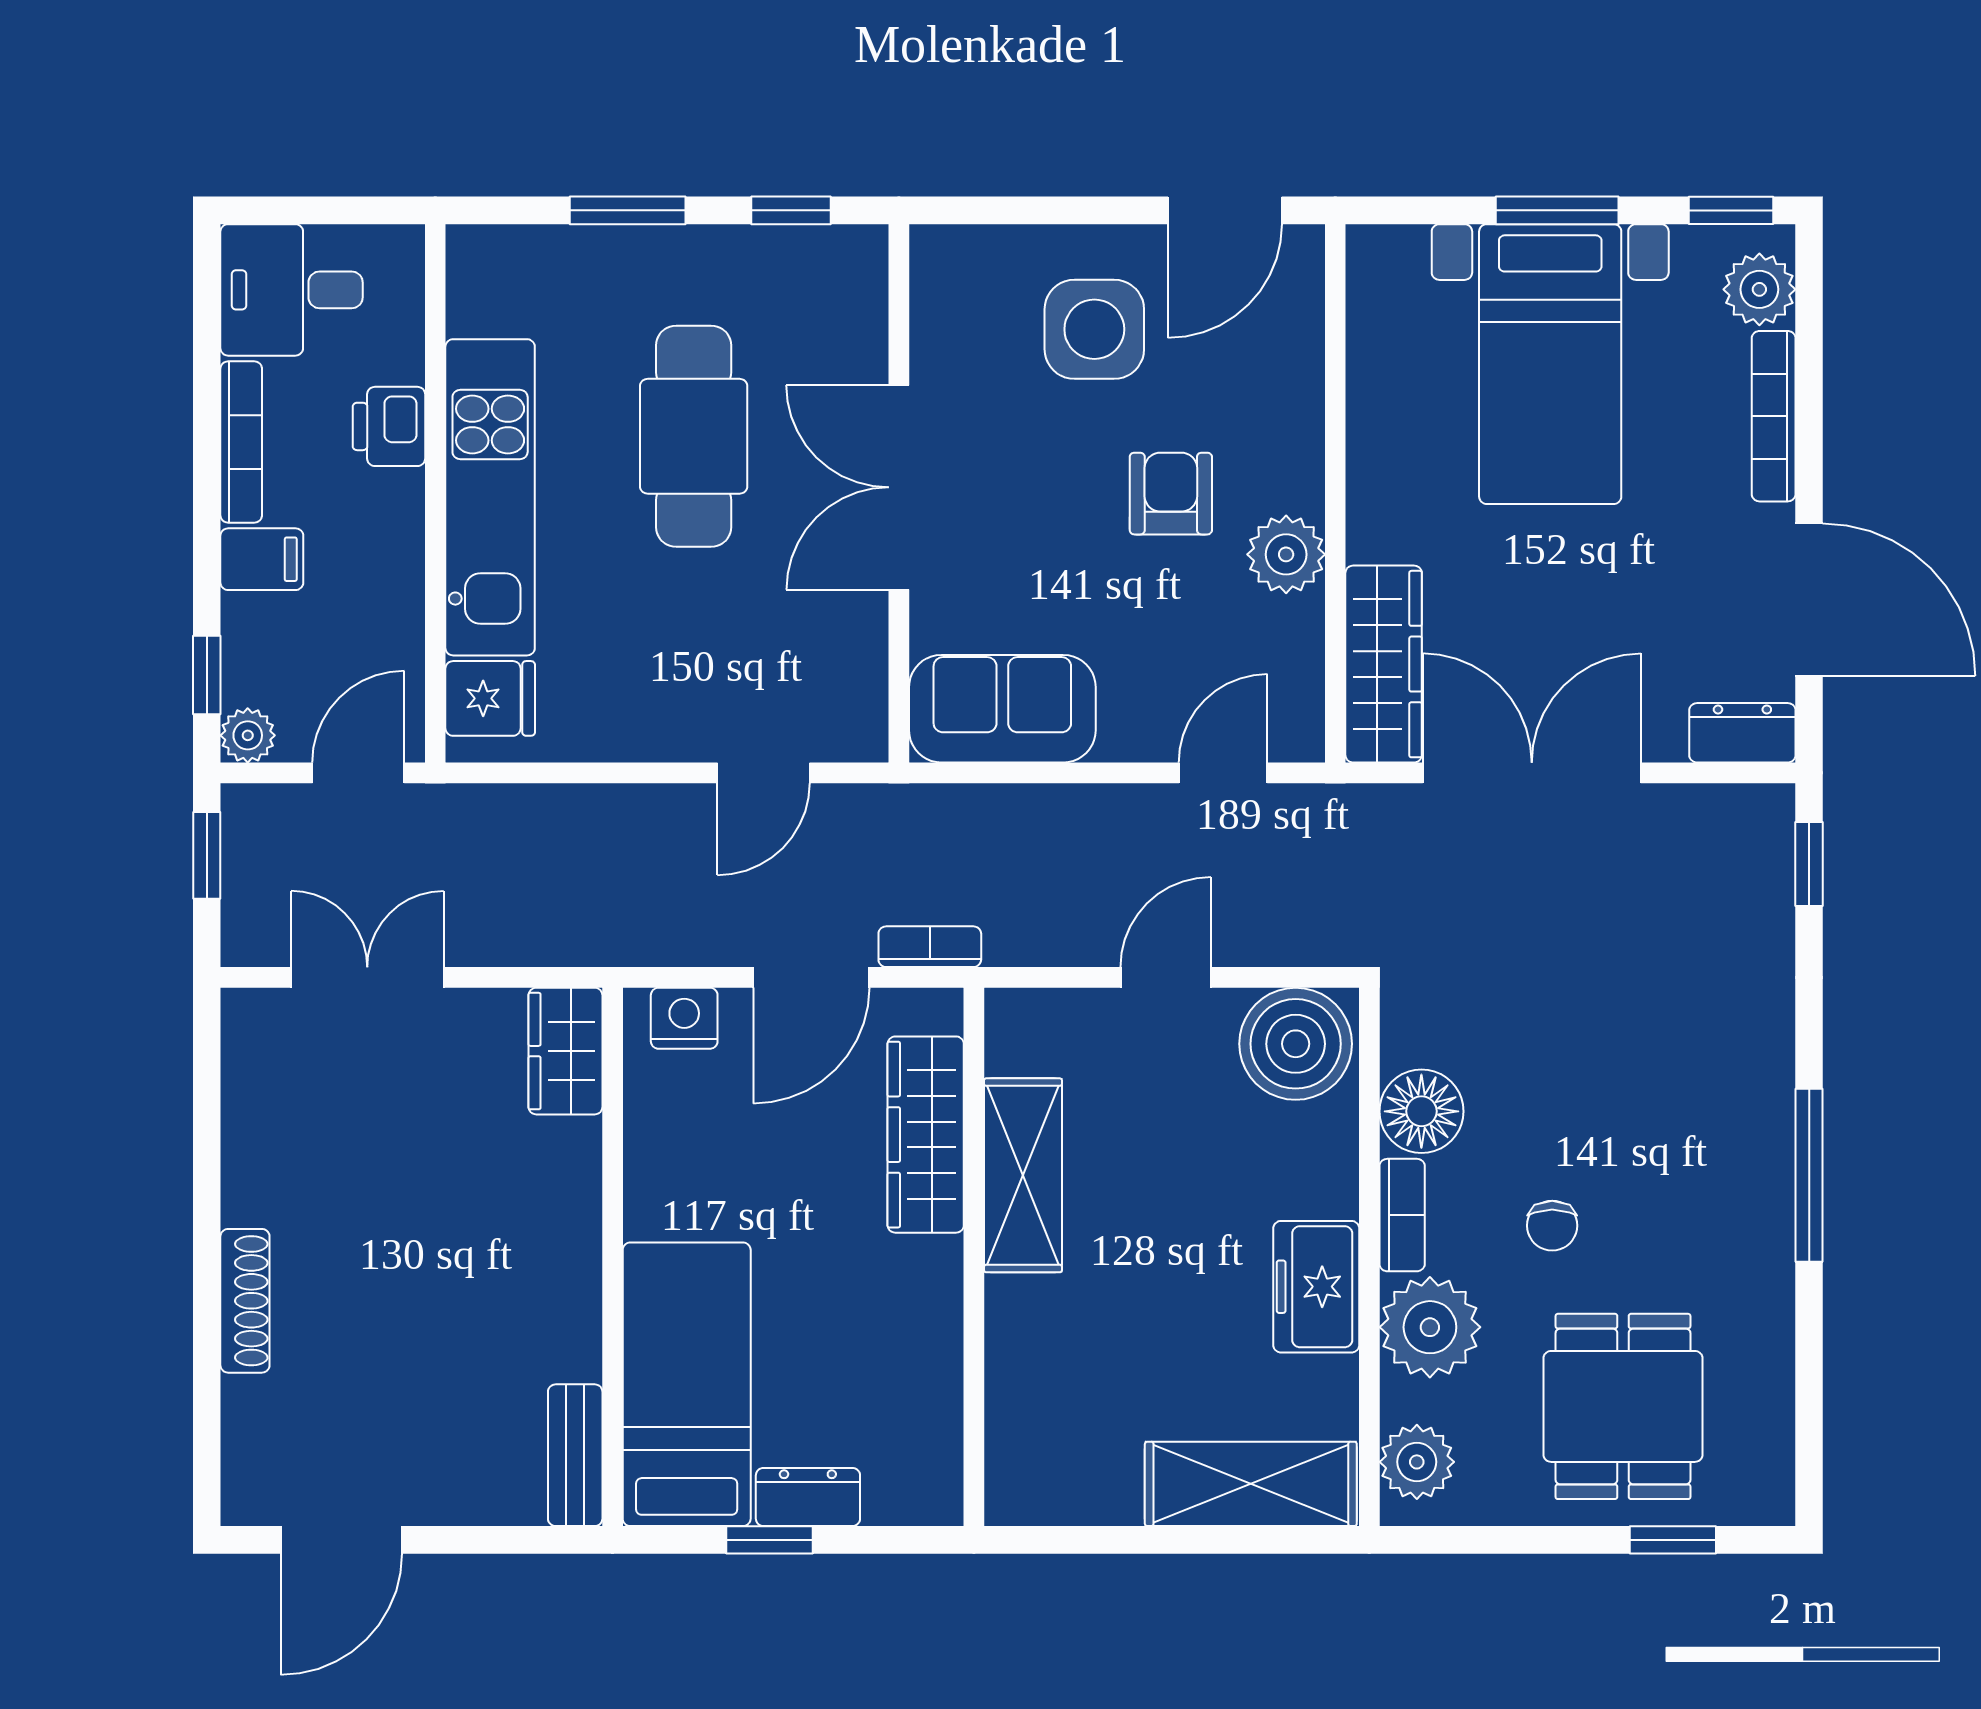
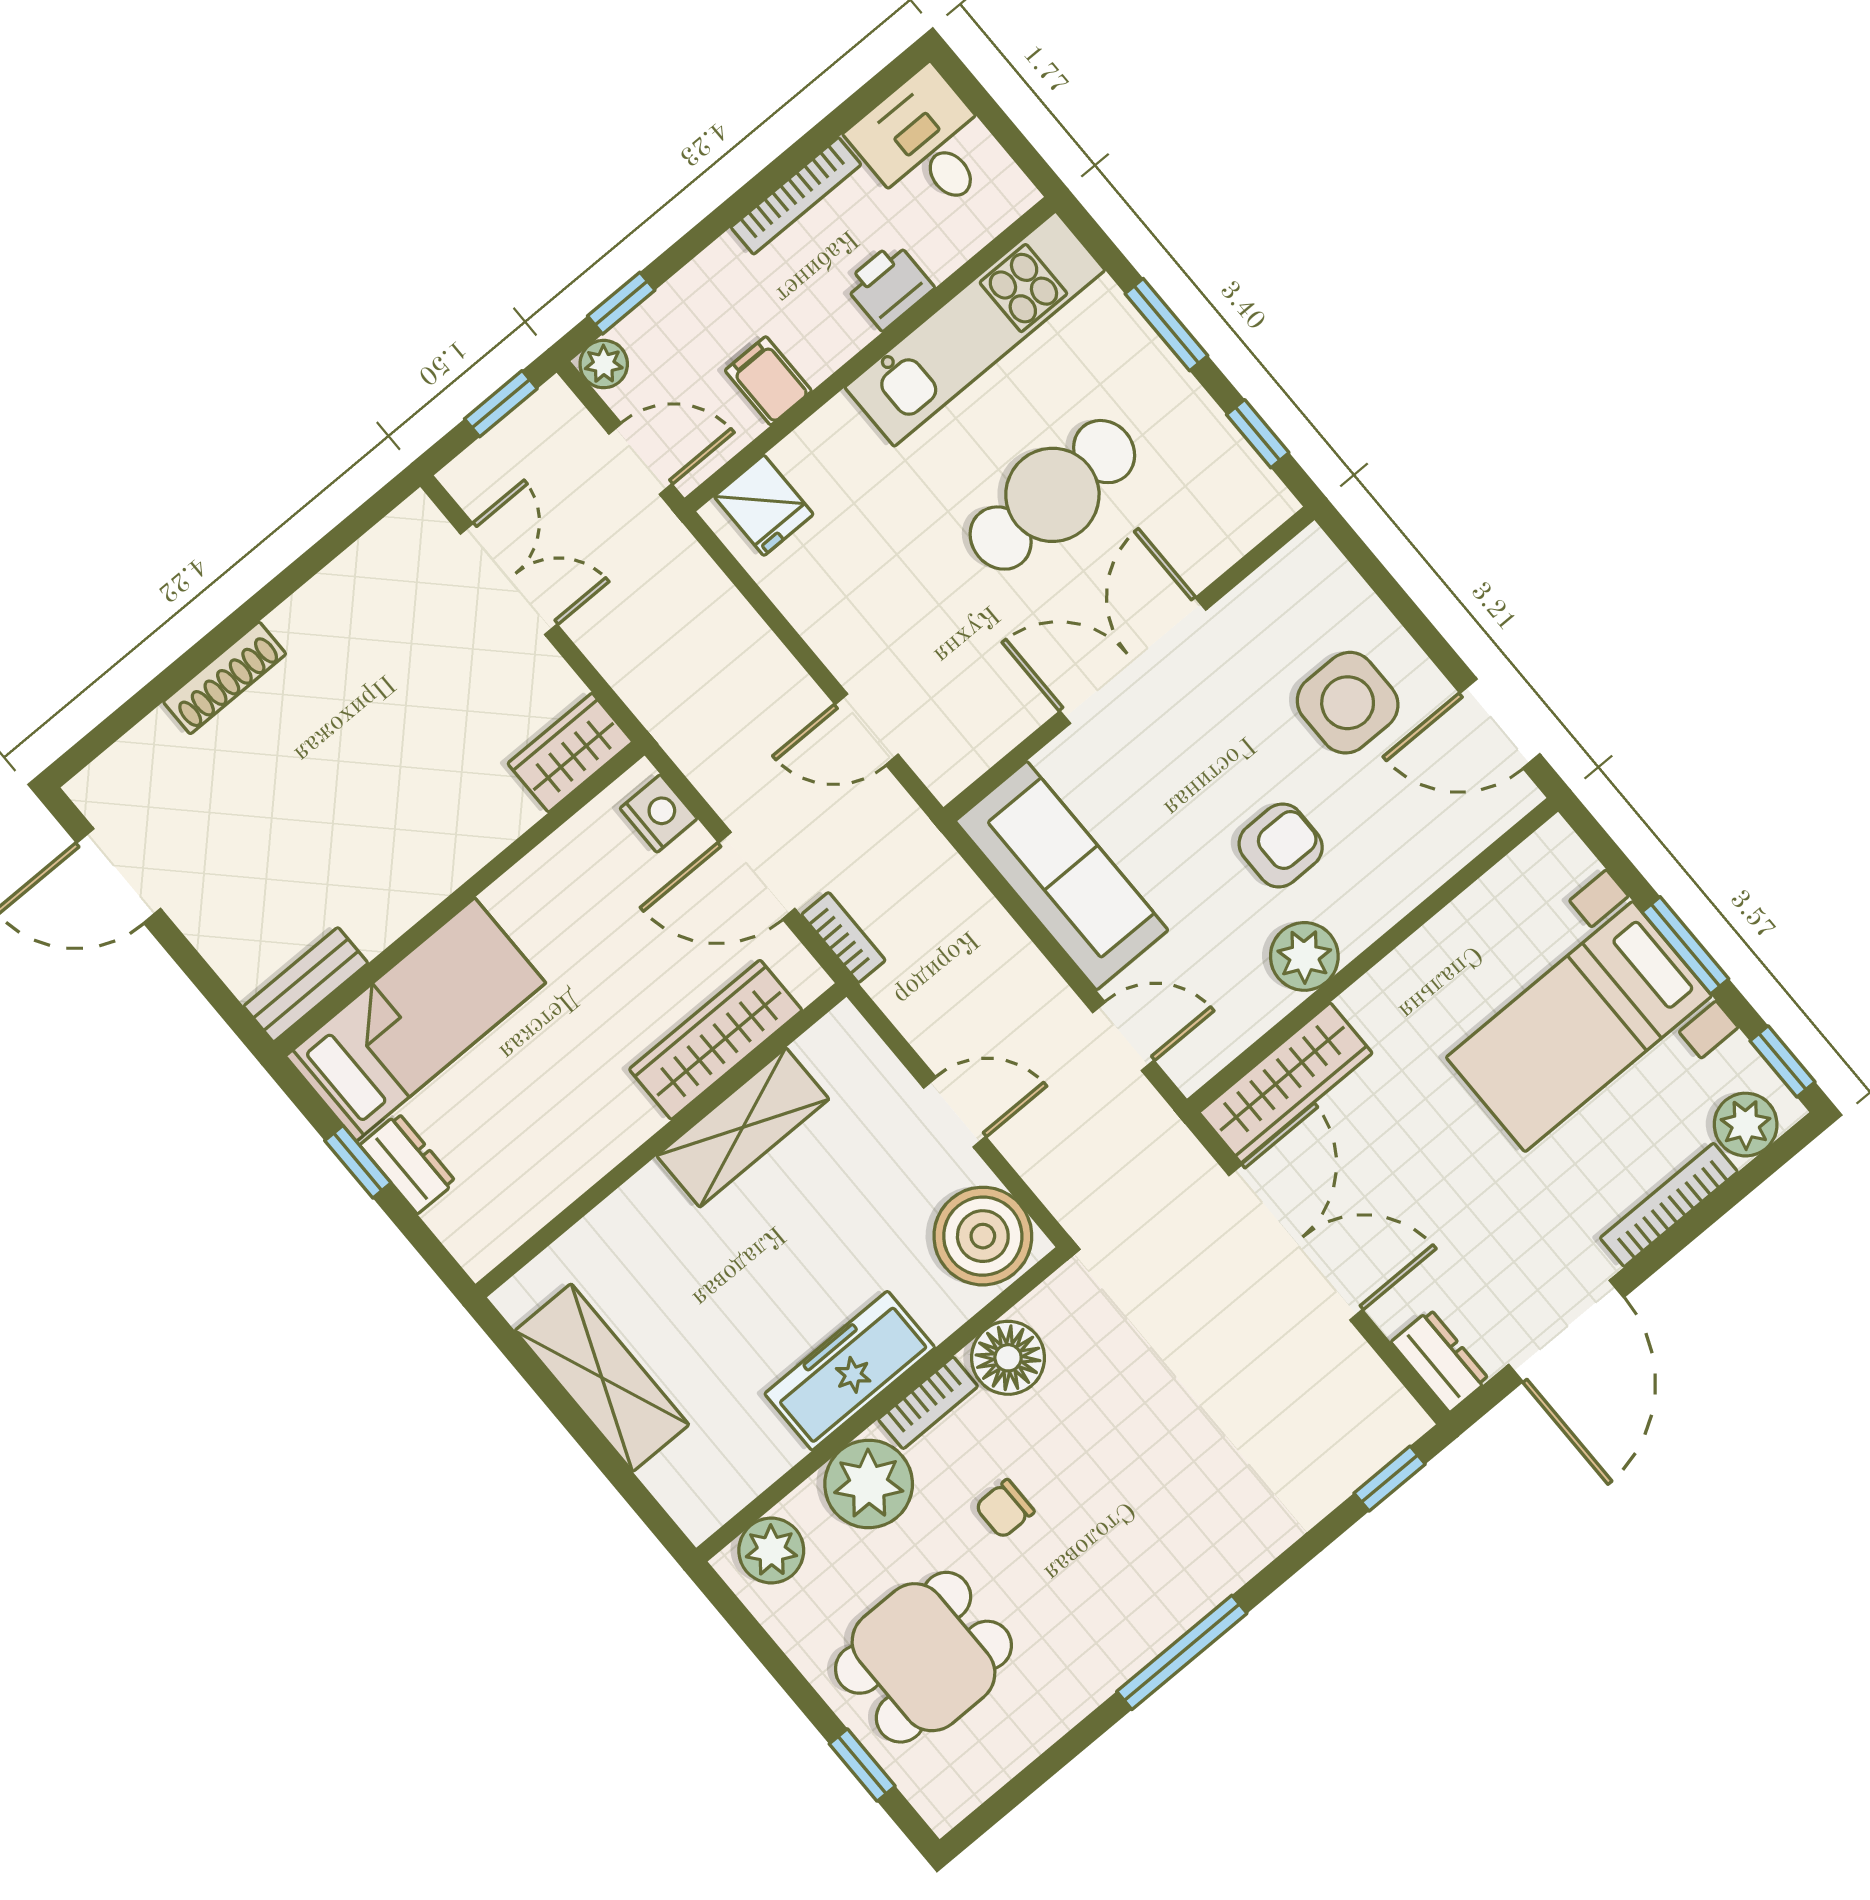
kitchen unit: (490, 497) -> (975, 329), moved
filing cabinet: (262, 559) -> (768, 381), moved, turned 180
sofa: (1002, 709) -> (1062, 876), width x1.36
freezer: (1316, 1287) -> (850, 1371), width x1.40
shelving: (1251, 1484) -> (602, 1378), moved

